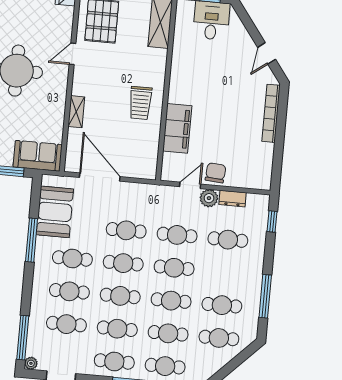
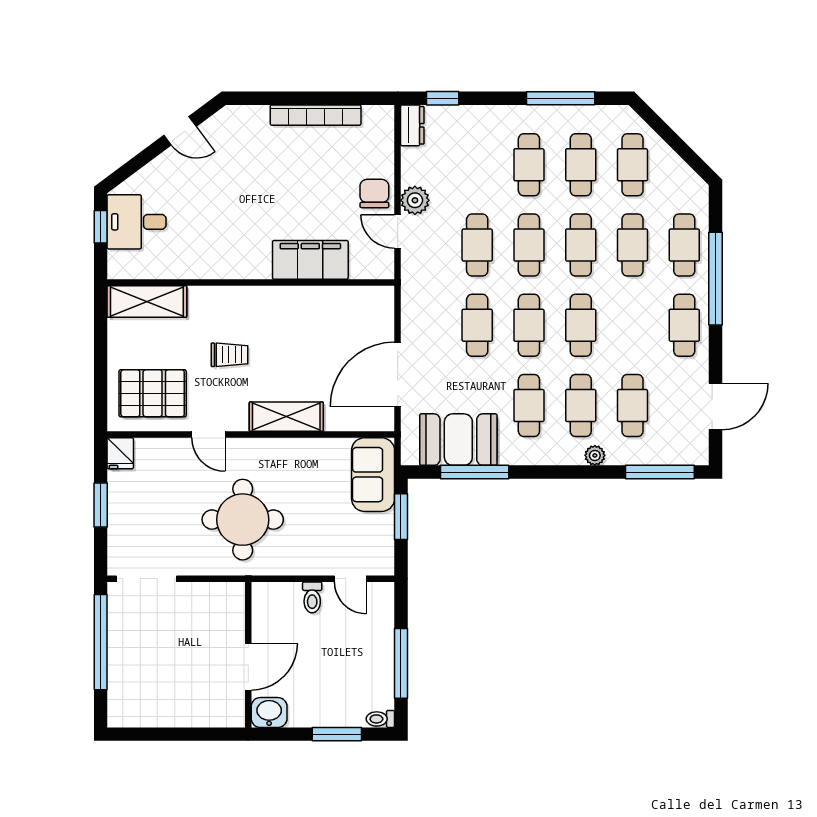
trolley: (140, 103) -> (229, 355), moved, width x0.73, depth x0.72
shelving: (76, 112) -> (286, 417), width x1.50, depth x1.33
bookcase: (271, 113) -> (316, 115), moved
chair: (216, 173) -> (374, 194), turned 85
dresser: (232, 199) -> (412, 125), moved
window: (32, 240) -> (475, 472), moved
cafe table: (228, 240) -> (529, 165), moved
cafe table: (117, 329) -> (632, 325), removed
plant: (31, 363) -> (595, 455), moved

